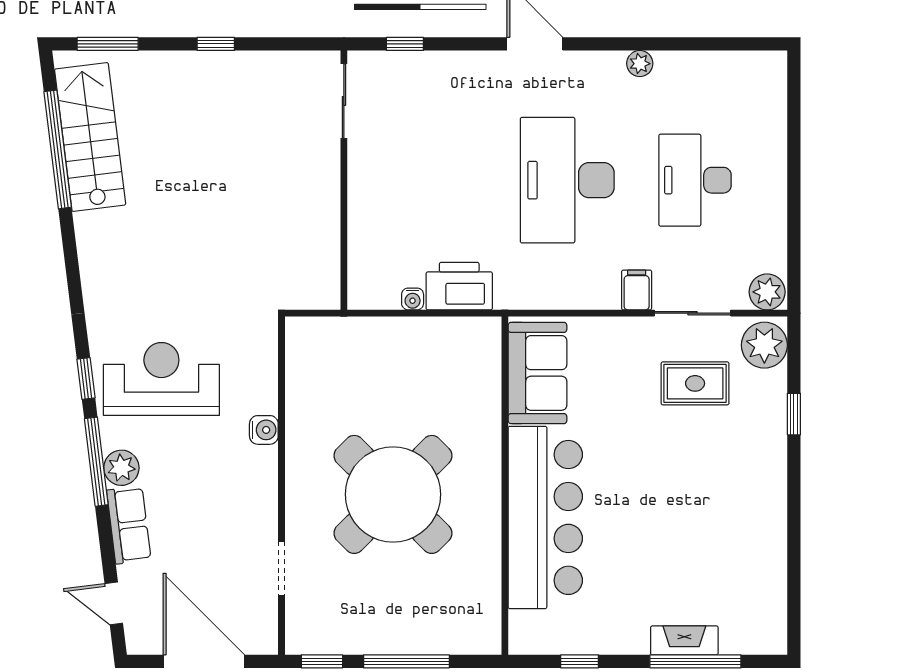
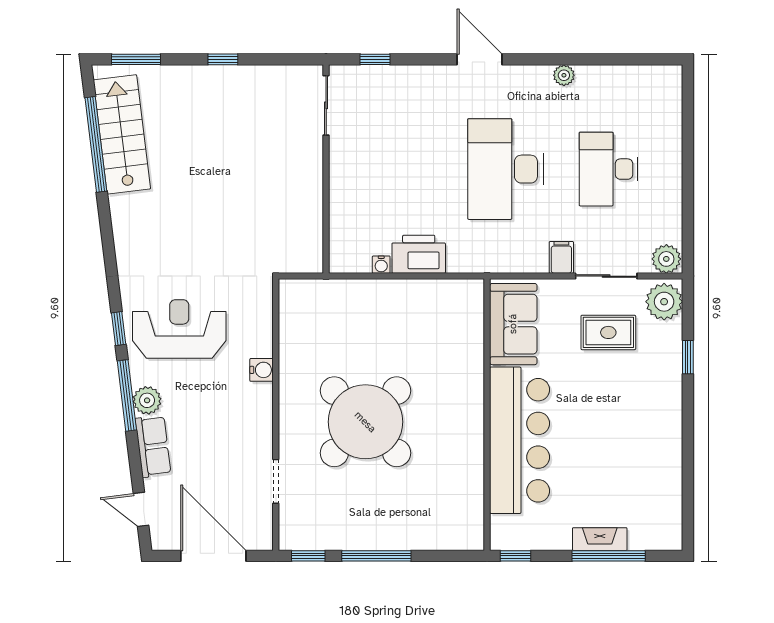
sofa: (537, 373) -> (513, 324), moved
wall: (505, 486) -> (487, 415), moved
bar counter: (545, 517) -> (520, 440), moved

